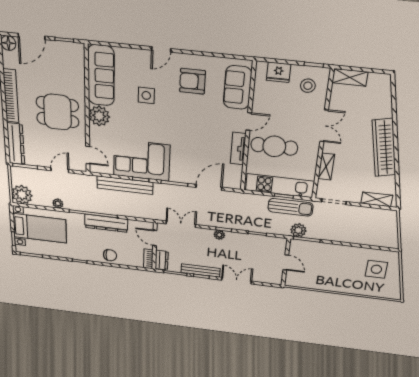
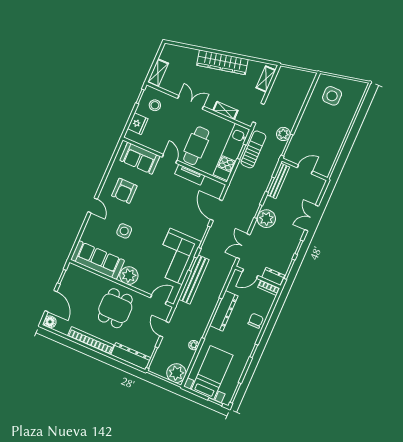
plant: (298, 230) -> (283, 134), moved
plant: (219, 235) -> (266, 219), width x1.87, depth x1.87
bench: (201, 270) -> (278, 181), moved

